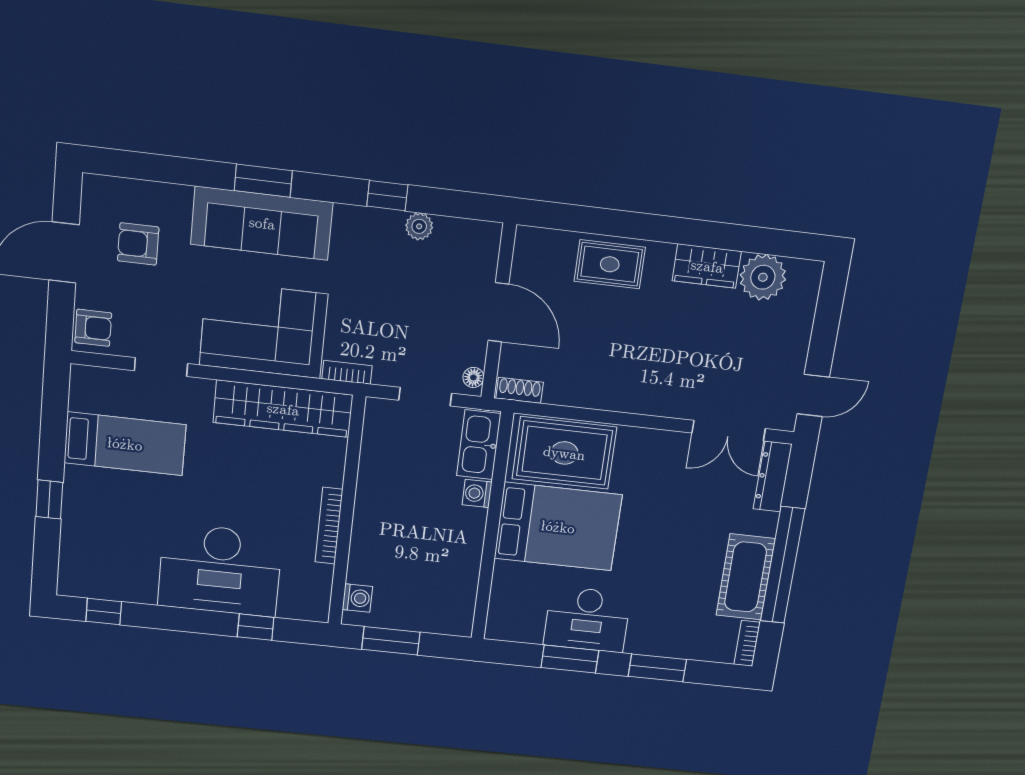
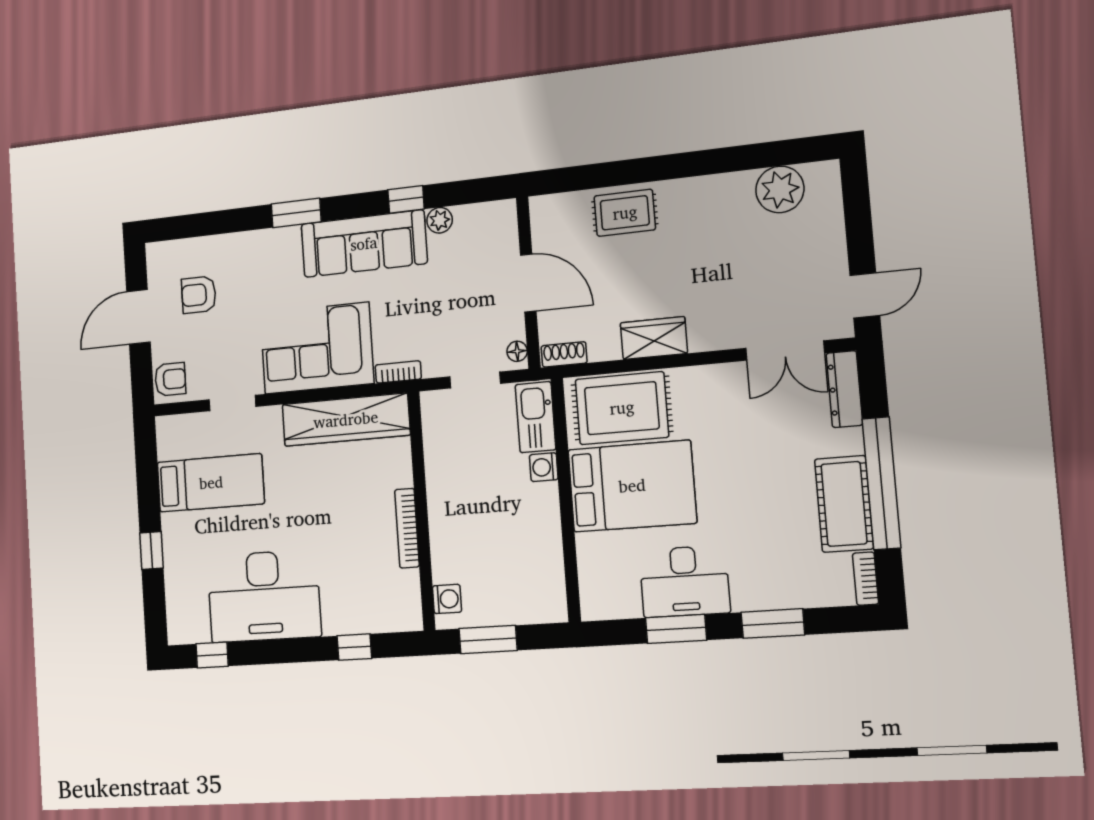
sofa: (262, 223) -> (364, 244), moved
wardrobe: (707, 266) -> (654, 338), moved, turned 180
desk: (220, 570) -> (264, 596), moved

